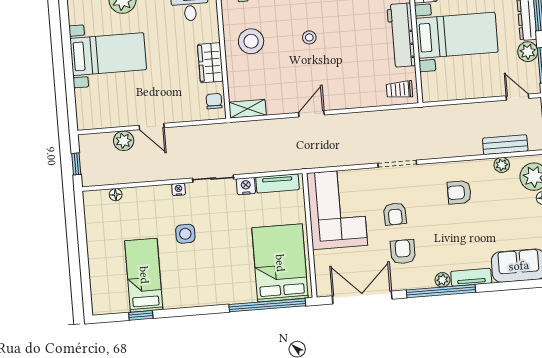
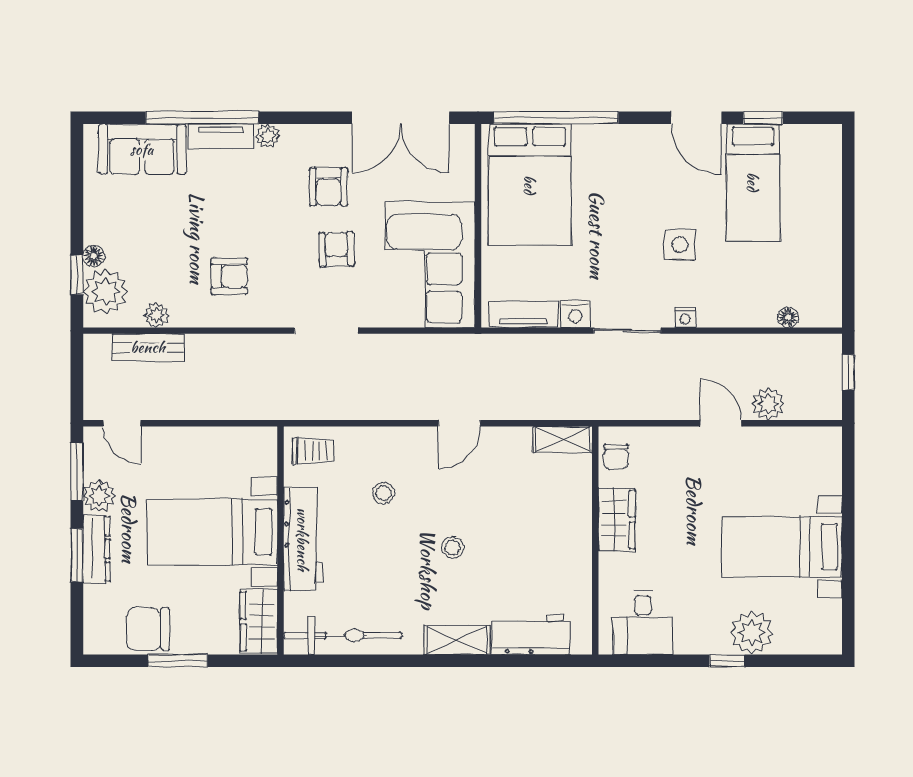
stool: (251, 41) -> (383, 493), moved, width x0.53, depth x0.53
window: (441, 291) -> (202, 118), moved
door: (182, 312) -> (696, 118), added

